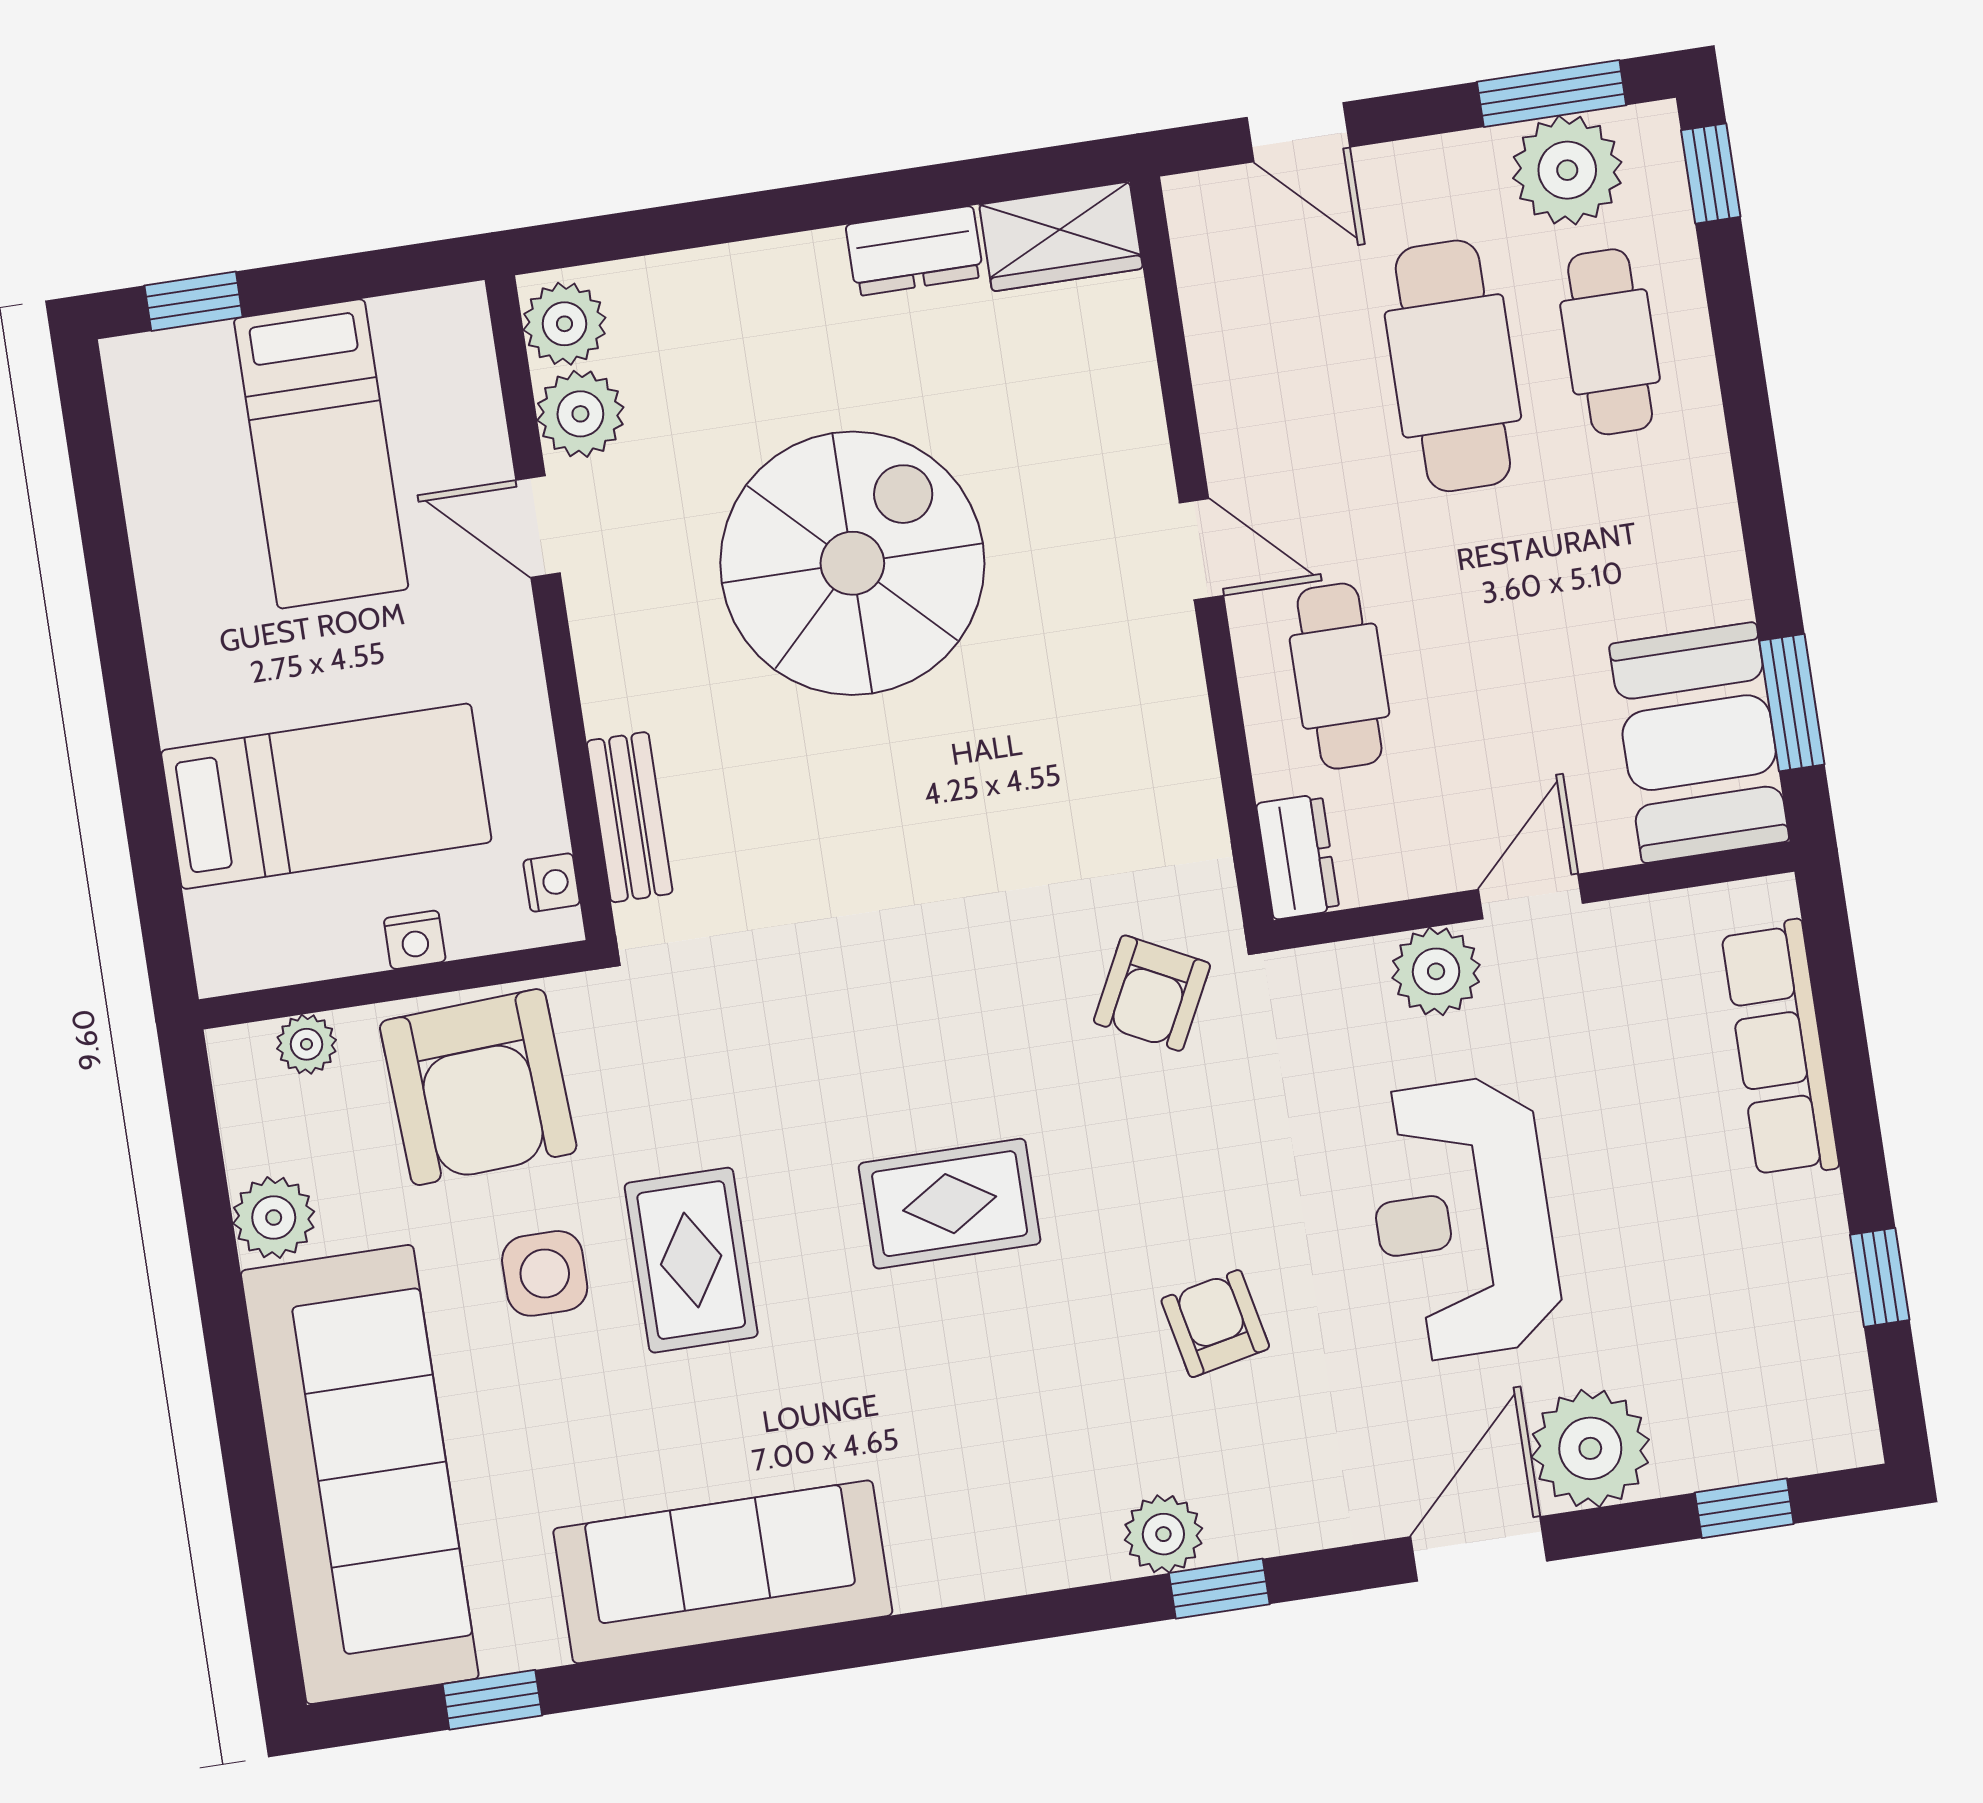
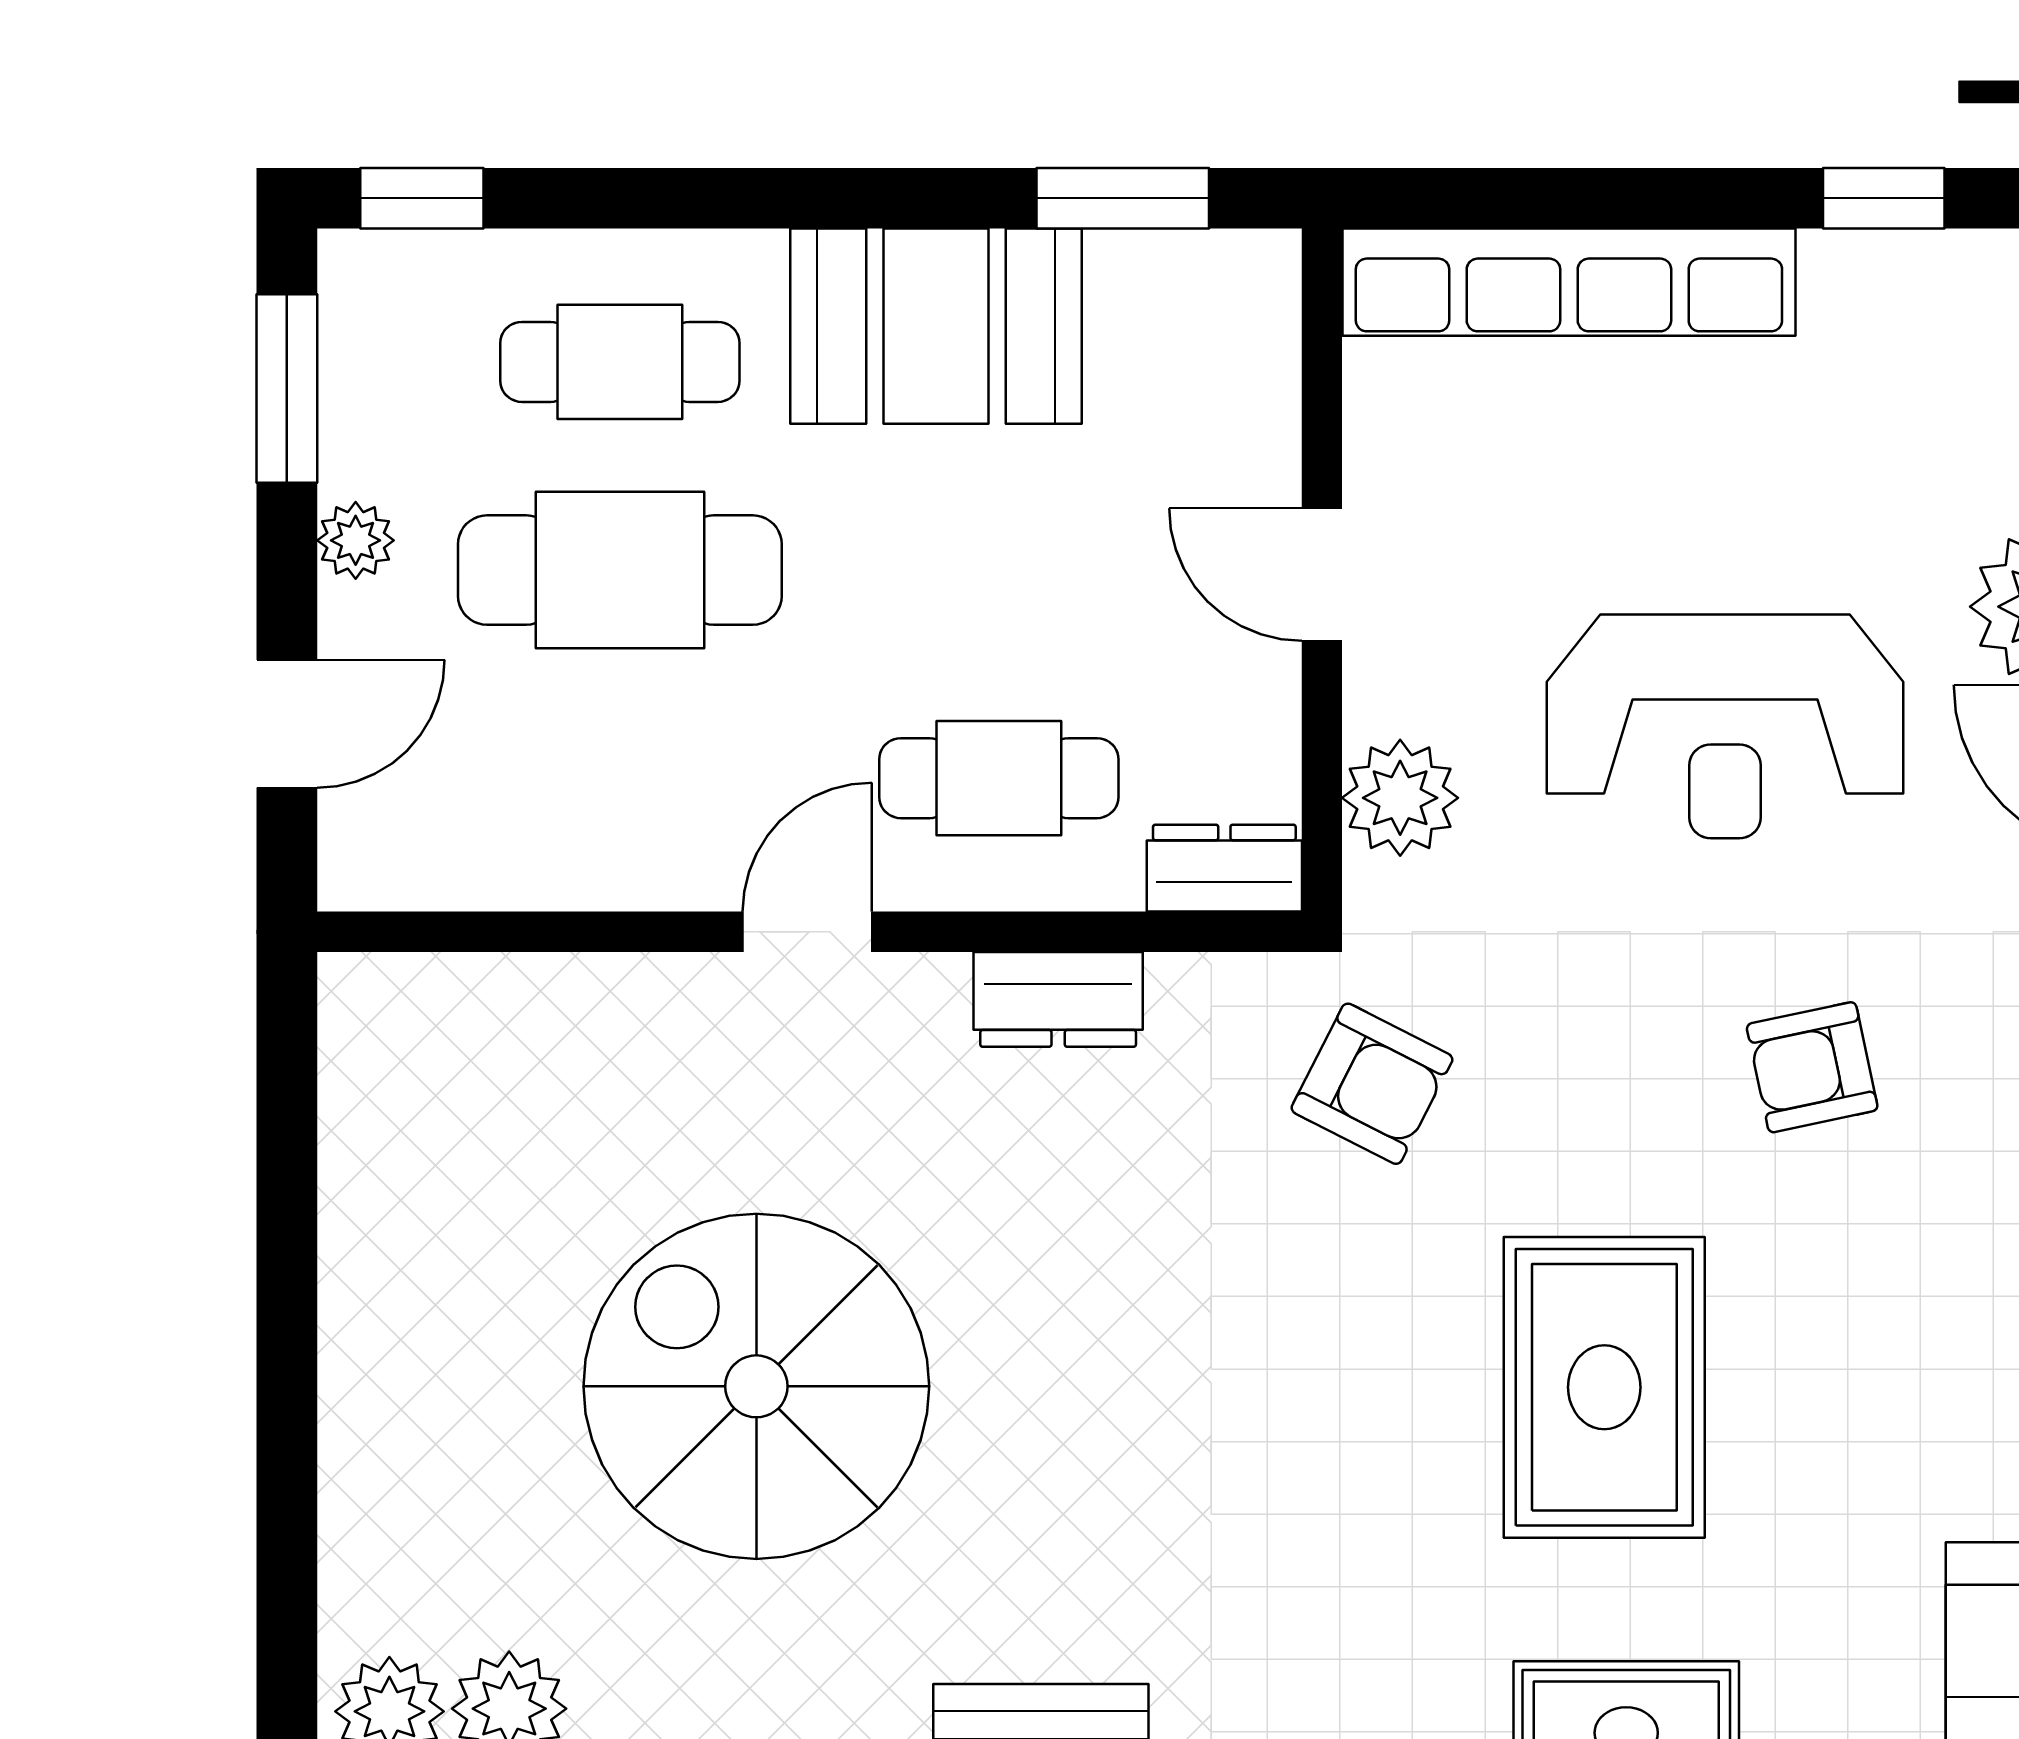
plant: (1567, 170) -> (356, 540), moved, width x0.53, depth x0.53
wardrobe: (1061, 237) -> (375, 1052), removed
dresser: (915, 251) -> (1058, 999), moved, turned 90
booth: (1699, 743) -> (936, 326), moved
plant: (1436, 971) -> (1400, 798), moved
row of seats: (1780, 1049) -> (1569, 282), width x1.36
rug: (950, 1204) -> (1604, 1387), width x1.36, depth x1.43

